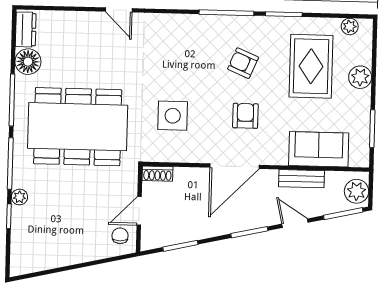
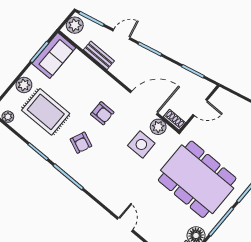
rug: (311, 66) -> (46, 112), turned 90
armchair: (245, 116) -> (102, 113), turned -90
sofa: (319, 149) -> (54, 56), moved, turned -90
plant: (169, 151) -> (158, 127), added
door: (235, 166) -> (144, 103), moved
door: (295, 223) -> (121, 34), swing flipped
chair: (120, 236) -> (221, 102), removed

